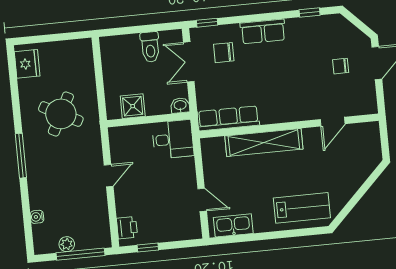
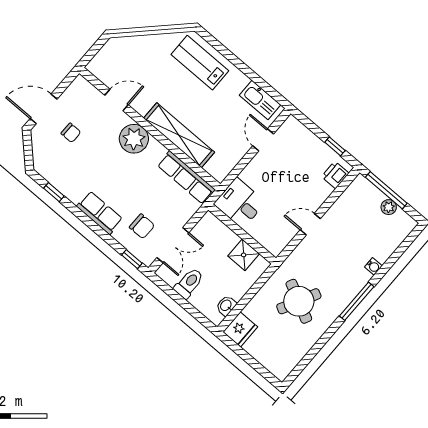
fridge: (27, 64) -> (240, 329), moved, turned 180
washbasin: (180, 105) -> (226, 306), moved, turned 90
plant: (293, 107) -> (134, 139), added
water cooler: (37, 217) -> (373, 266), moved

